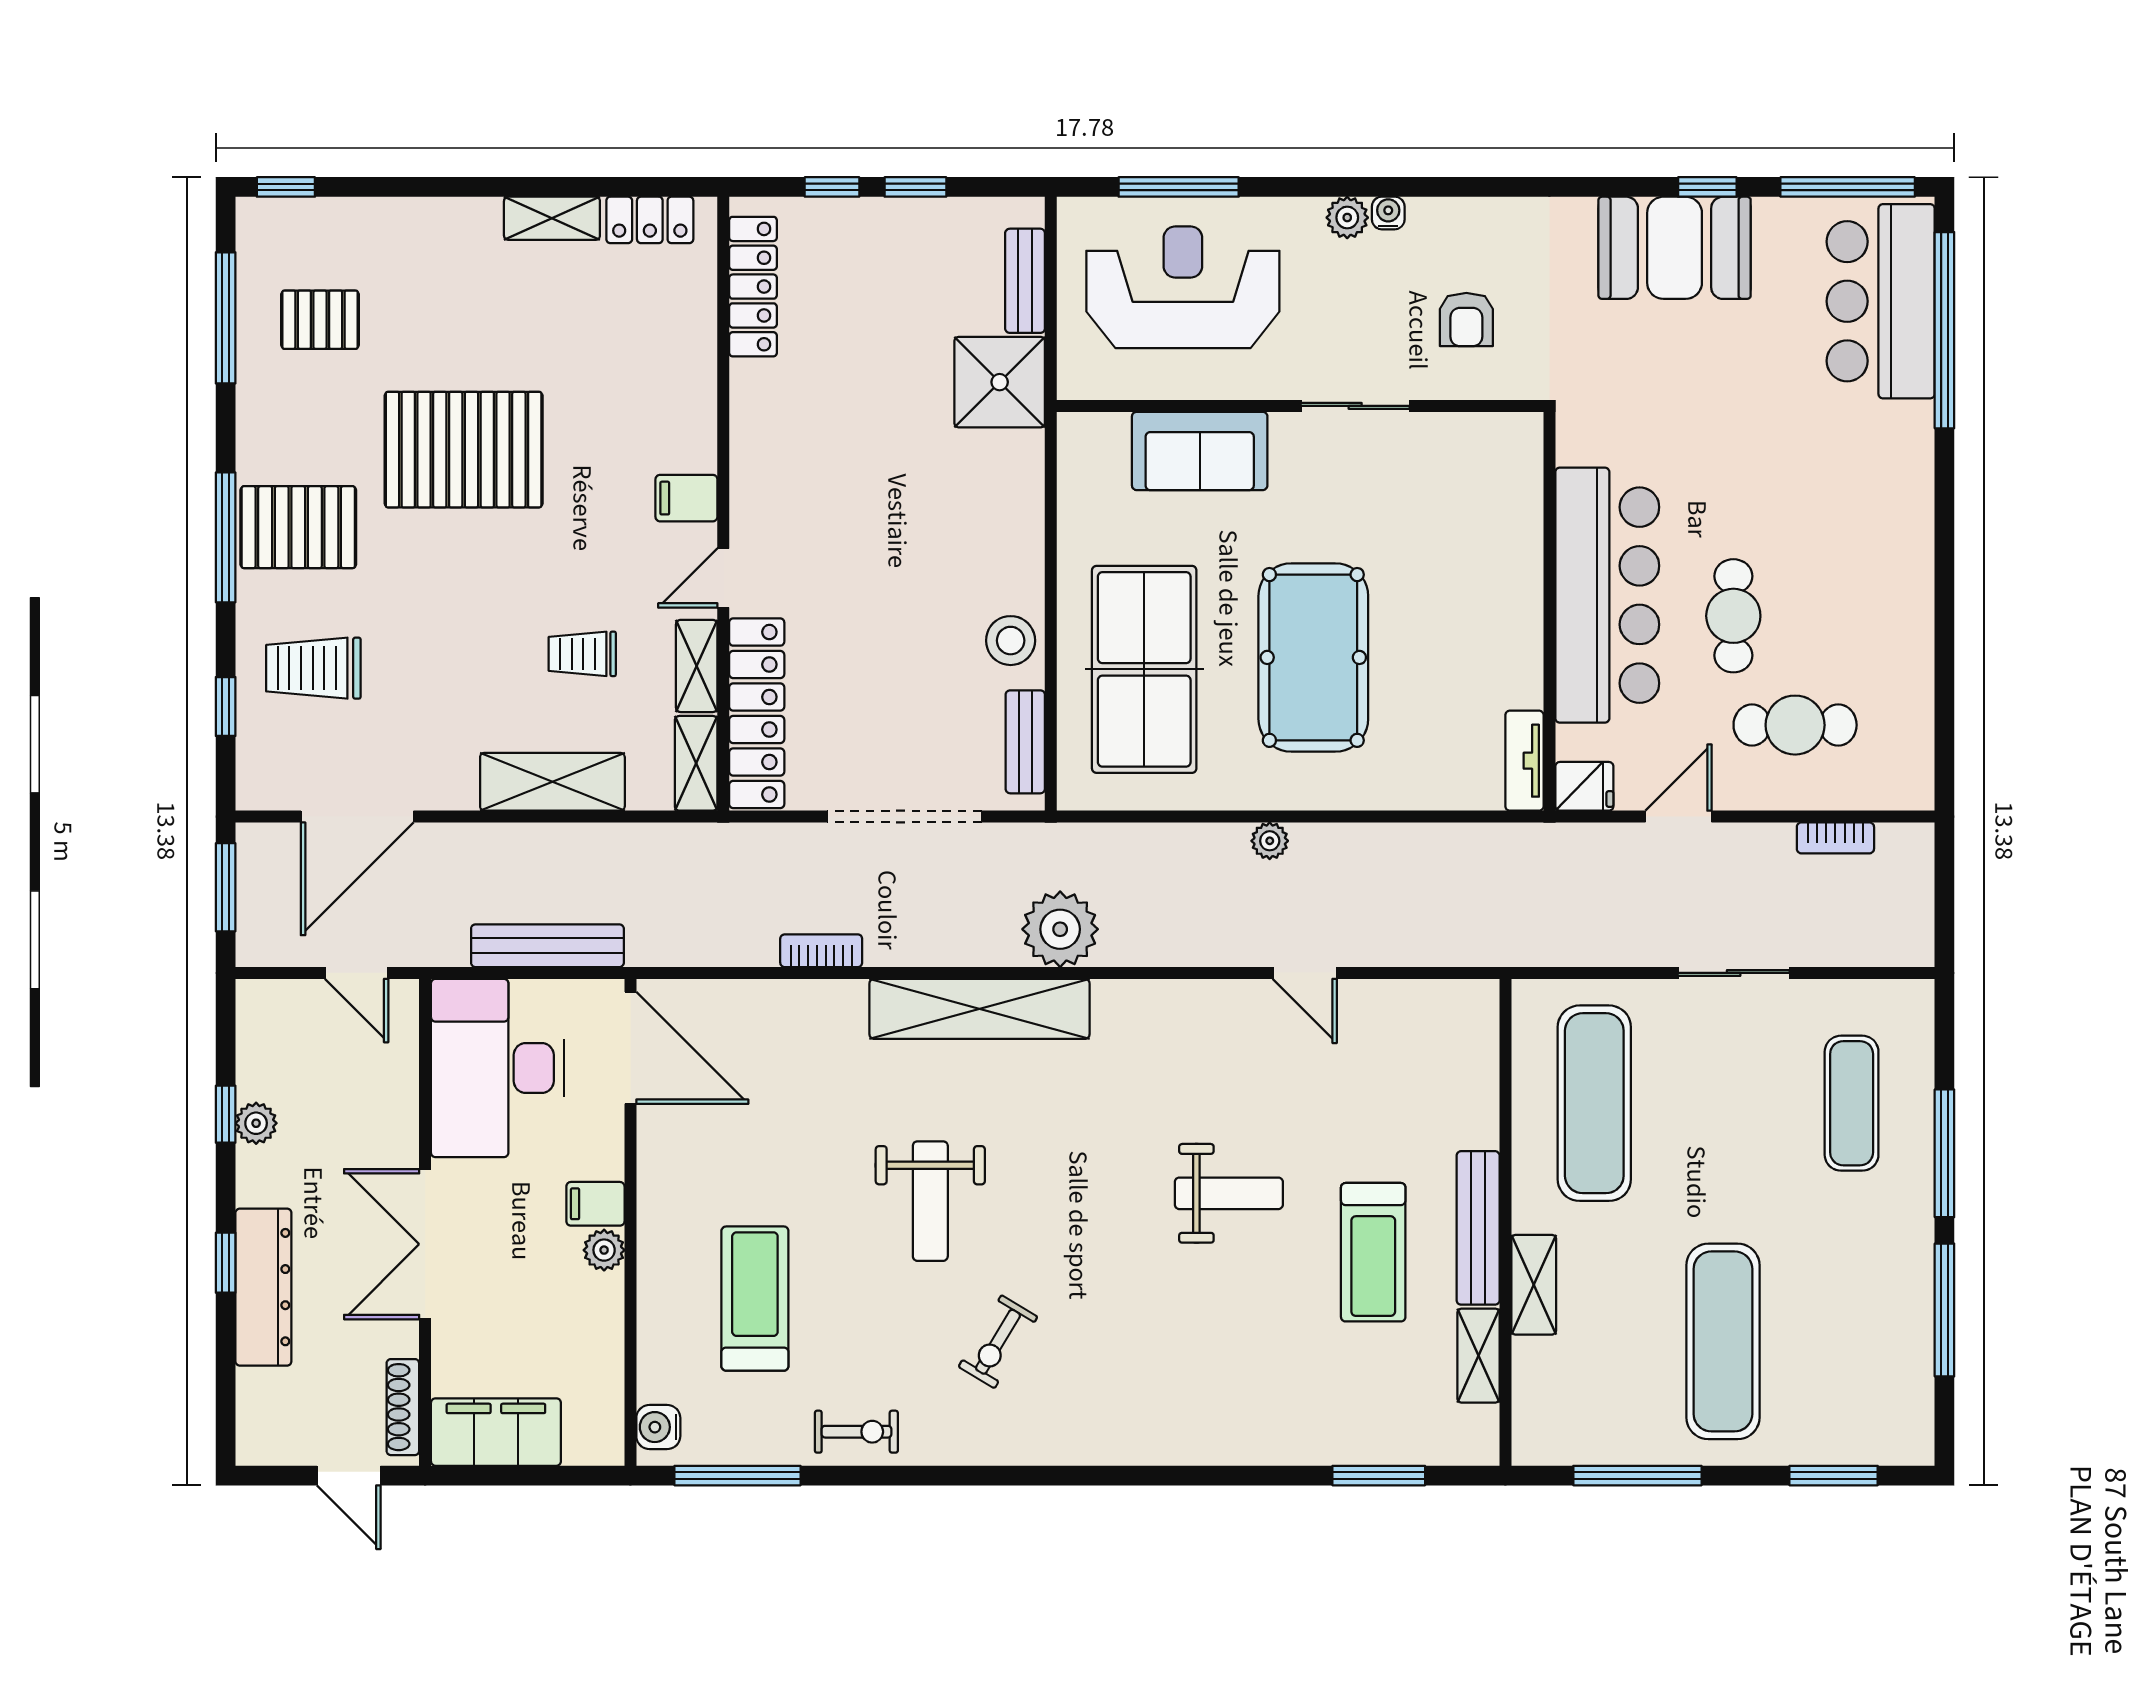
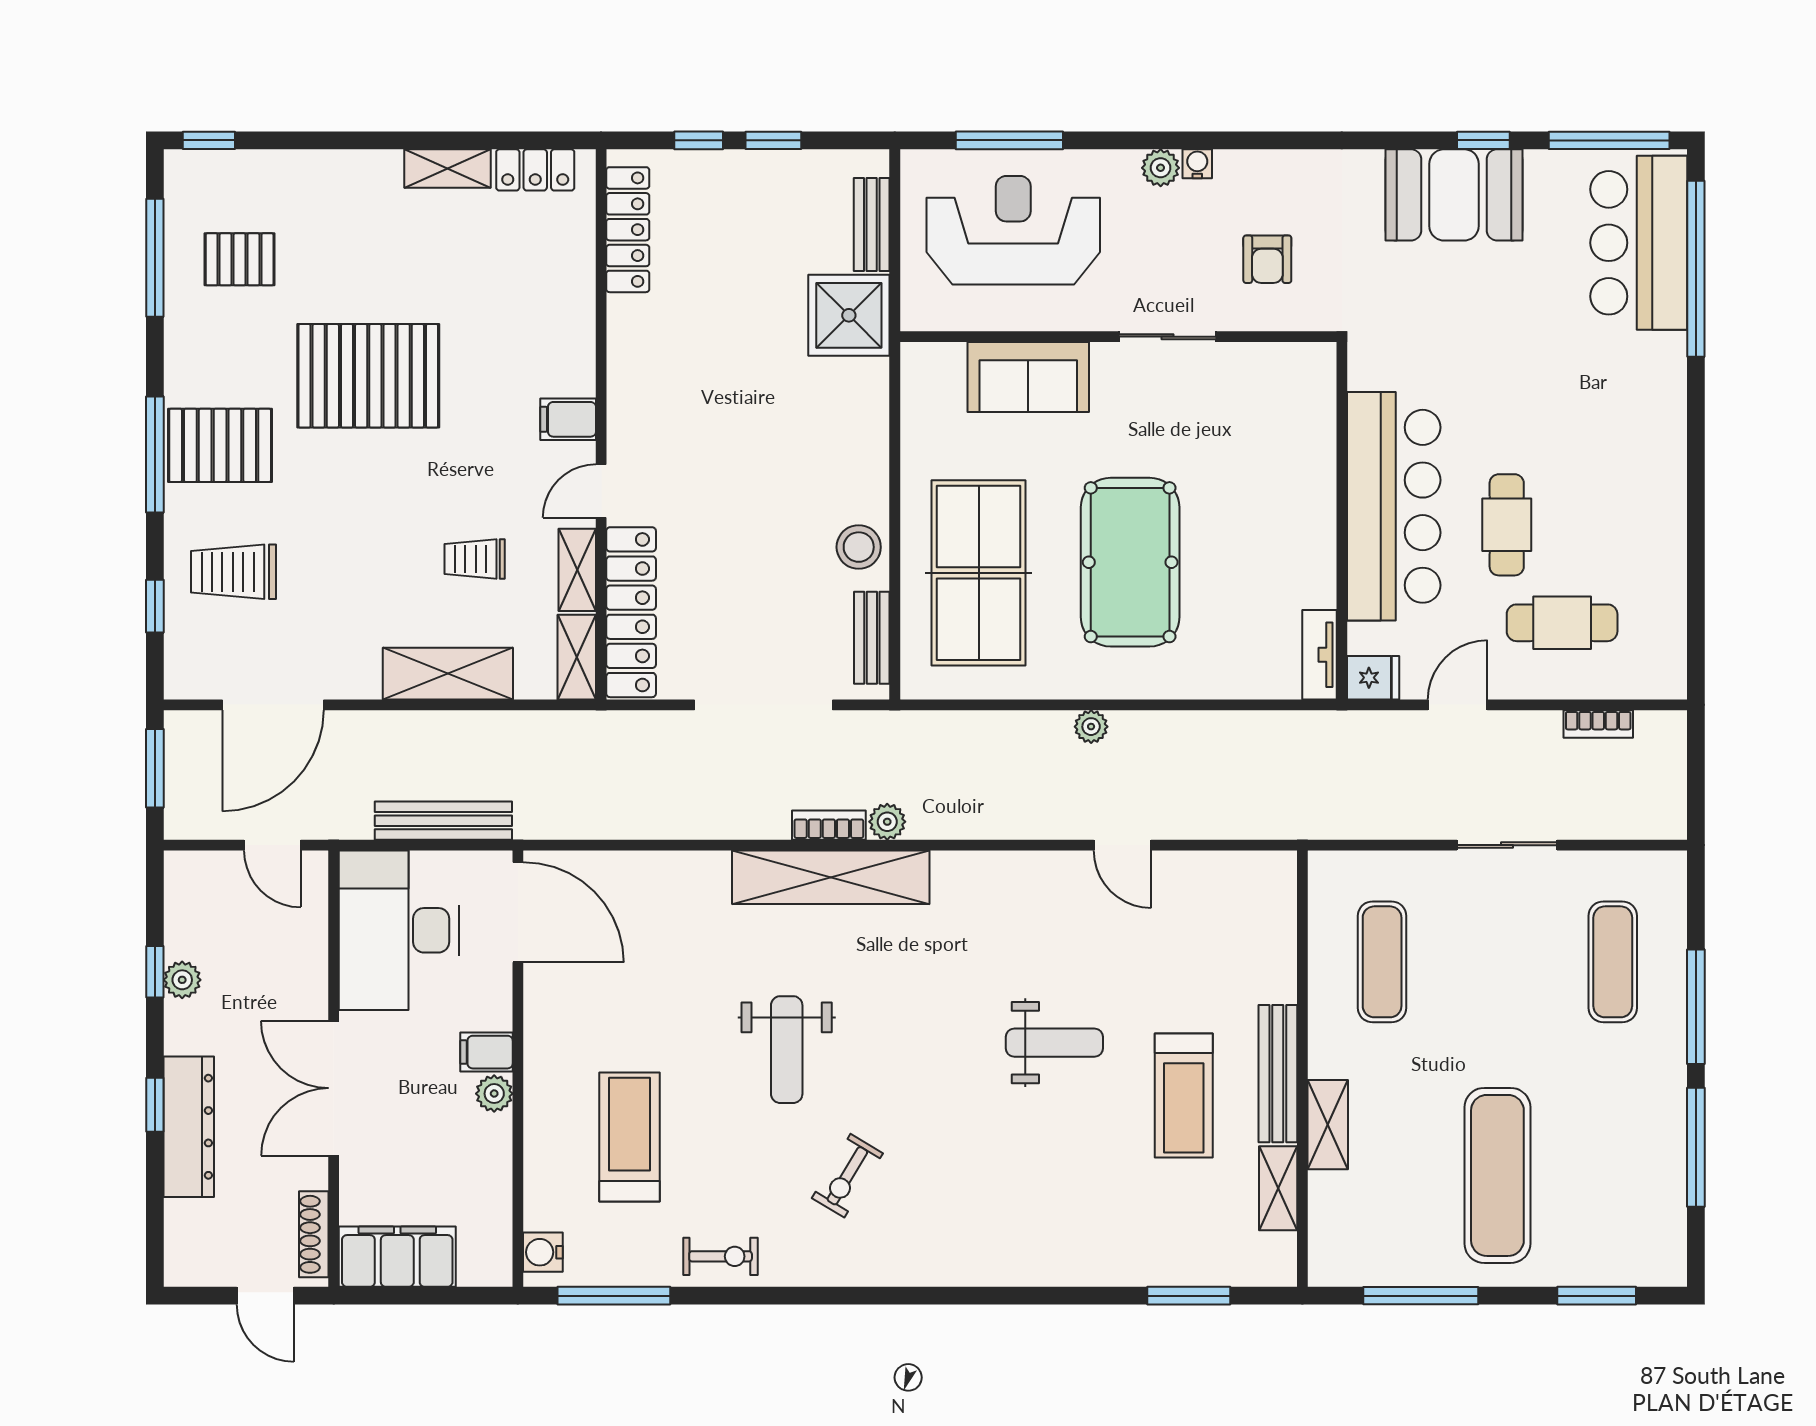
plant: (1060, 929) -> (887, 822), width x0.53, depth x0.53
bookcase: (821, 951) -> (829, 825), moved
exercise mat: (1594, 1103) -> (1382, 962), width x0.73, depth x0.69

